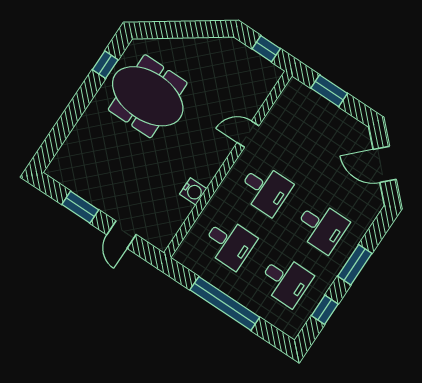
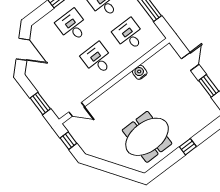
window: (105, 65) -> (188, 147), moved
meeting table: (148, 96) -> (147, 137), turned 90
door: (248, 134) -> (77, 109), moved

